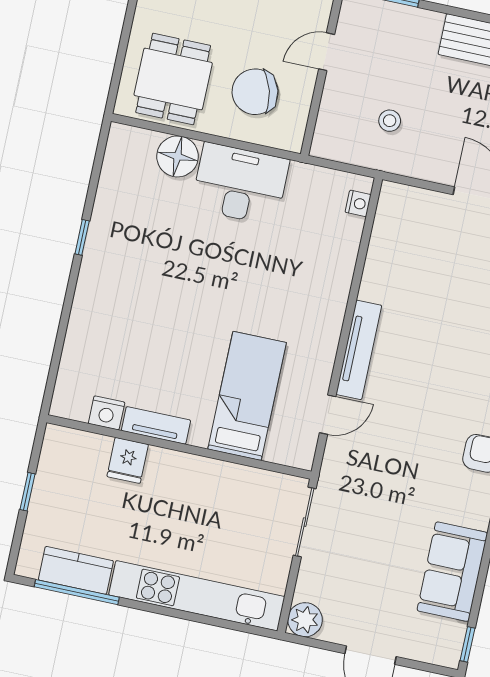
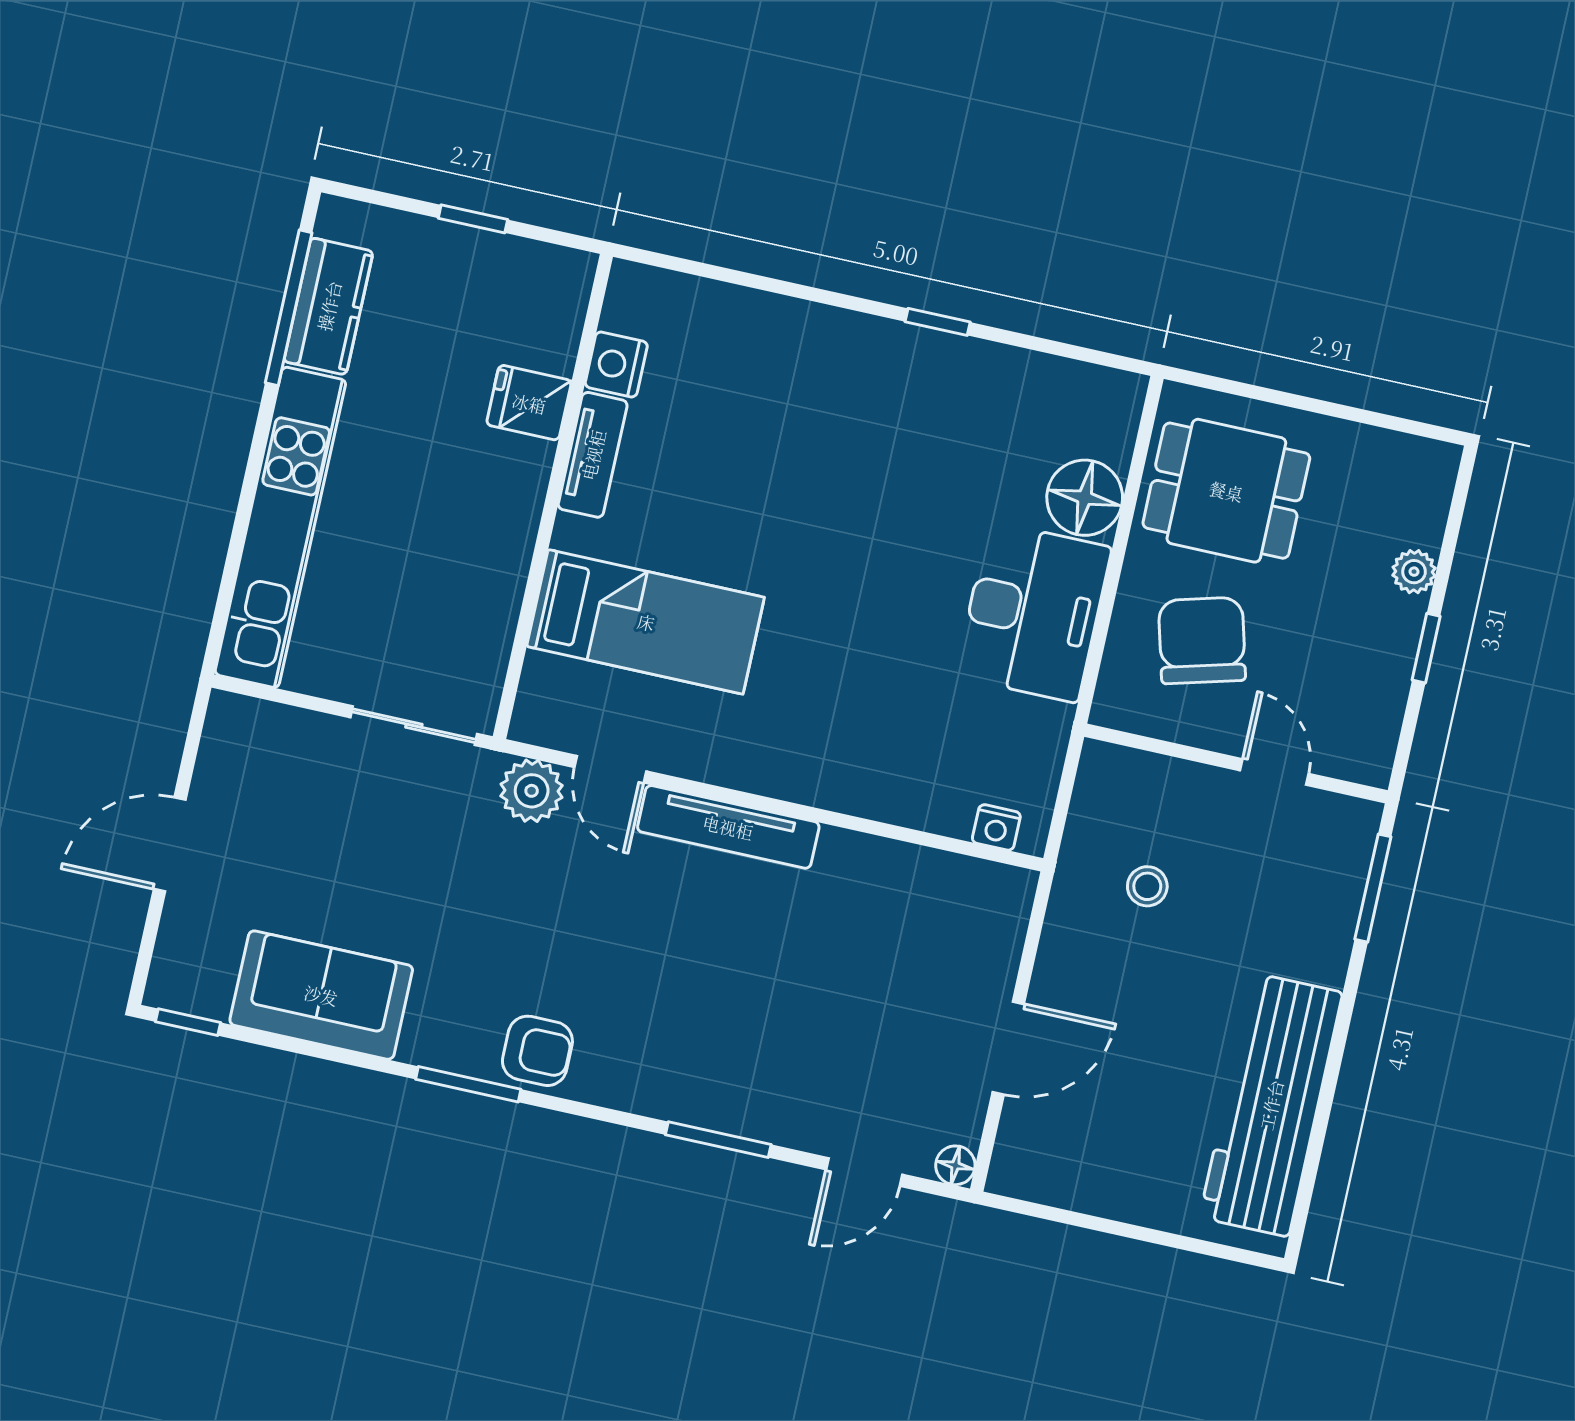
plant: (305, 620) -> (532, 791), moved

